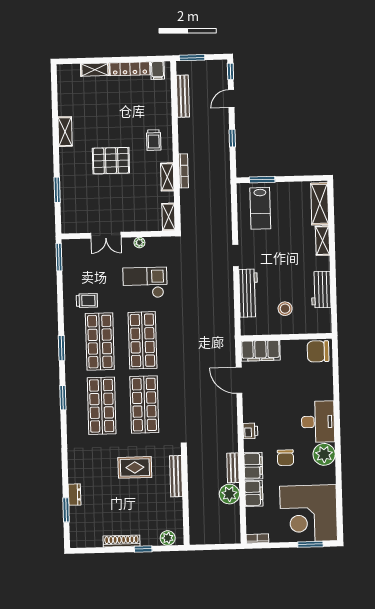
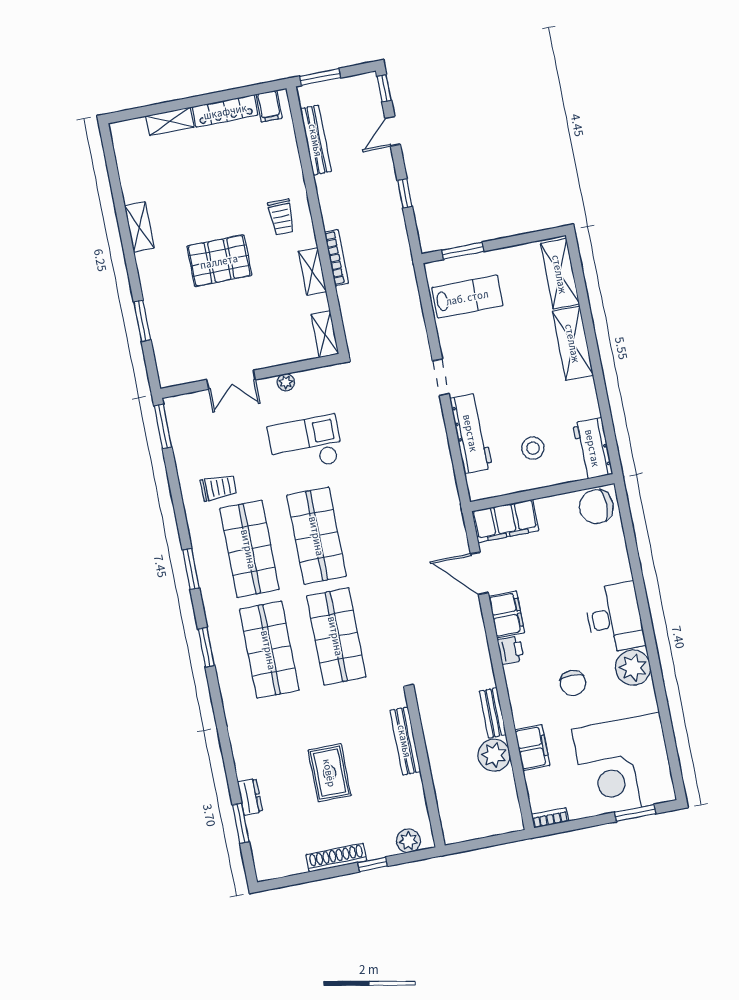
lab bench: (260, 208) -> (467, 297), turned -90
shelving: (322, 241) -> (573, 343), width x1.50, depth x1.33
workbench: (321, 290) -> (593, 448), moved
filing cabinet: (253, 466) -> (507, 614), moved
rug: (135, 467) -> (330, 773), moved, turned 90

